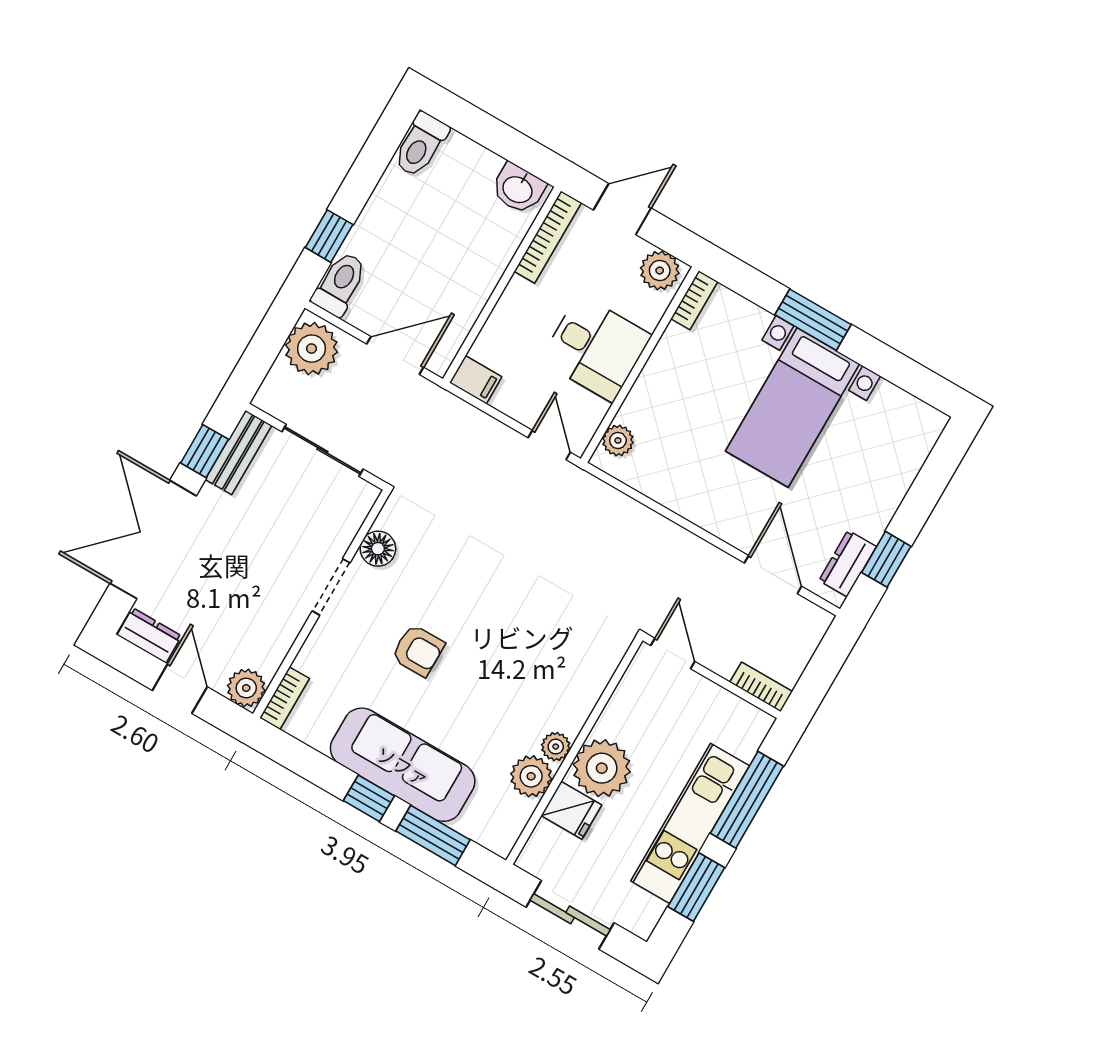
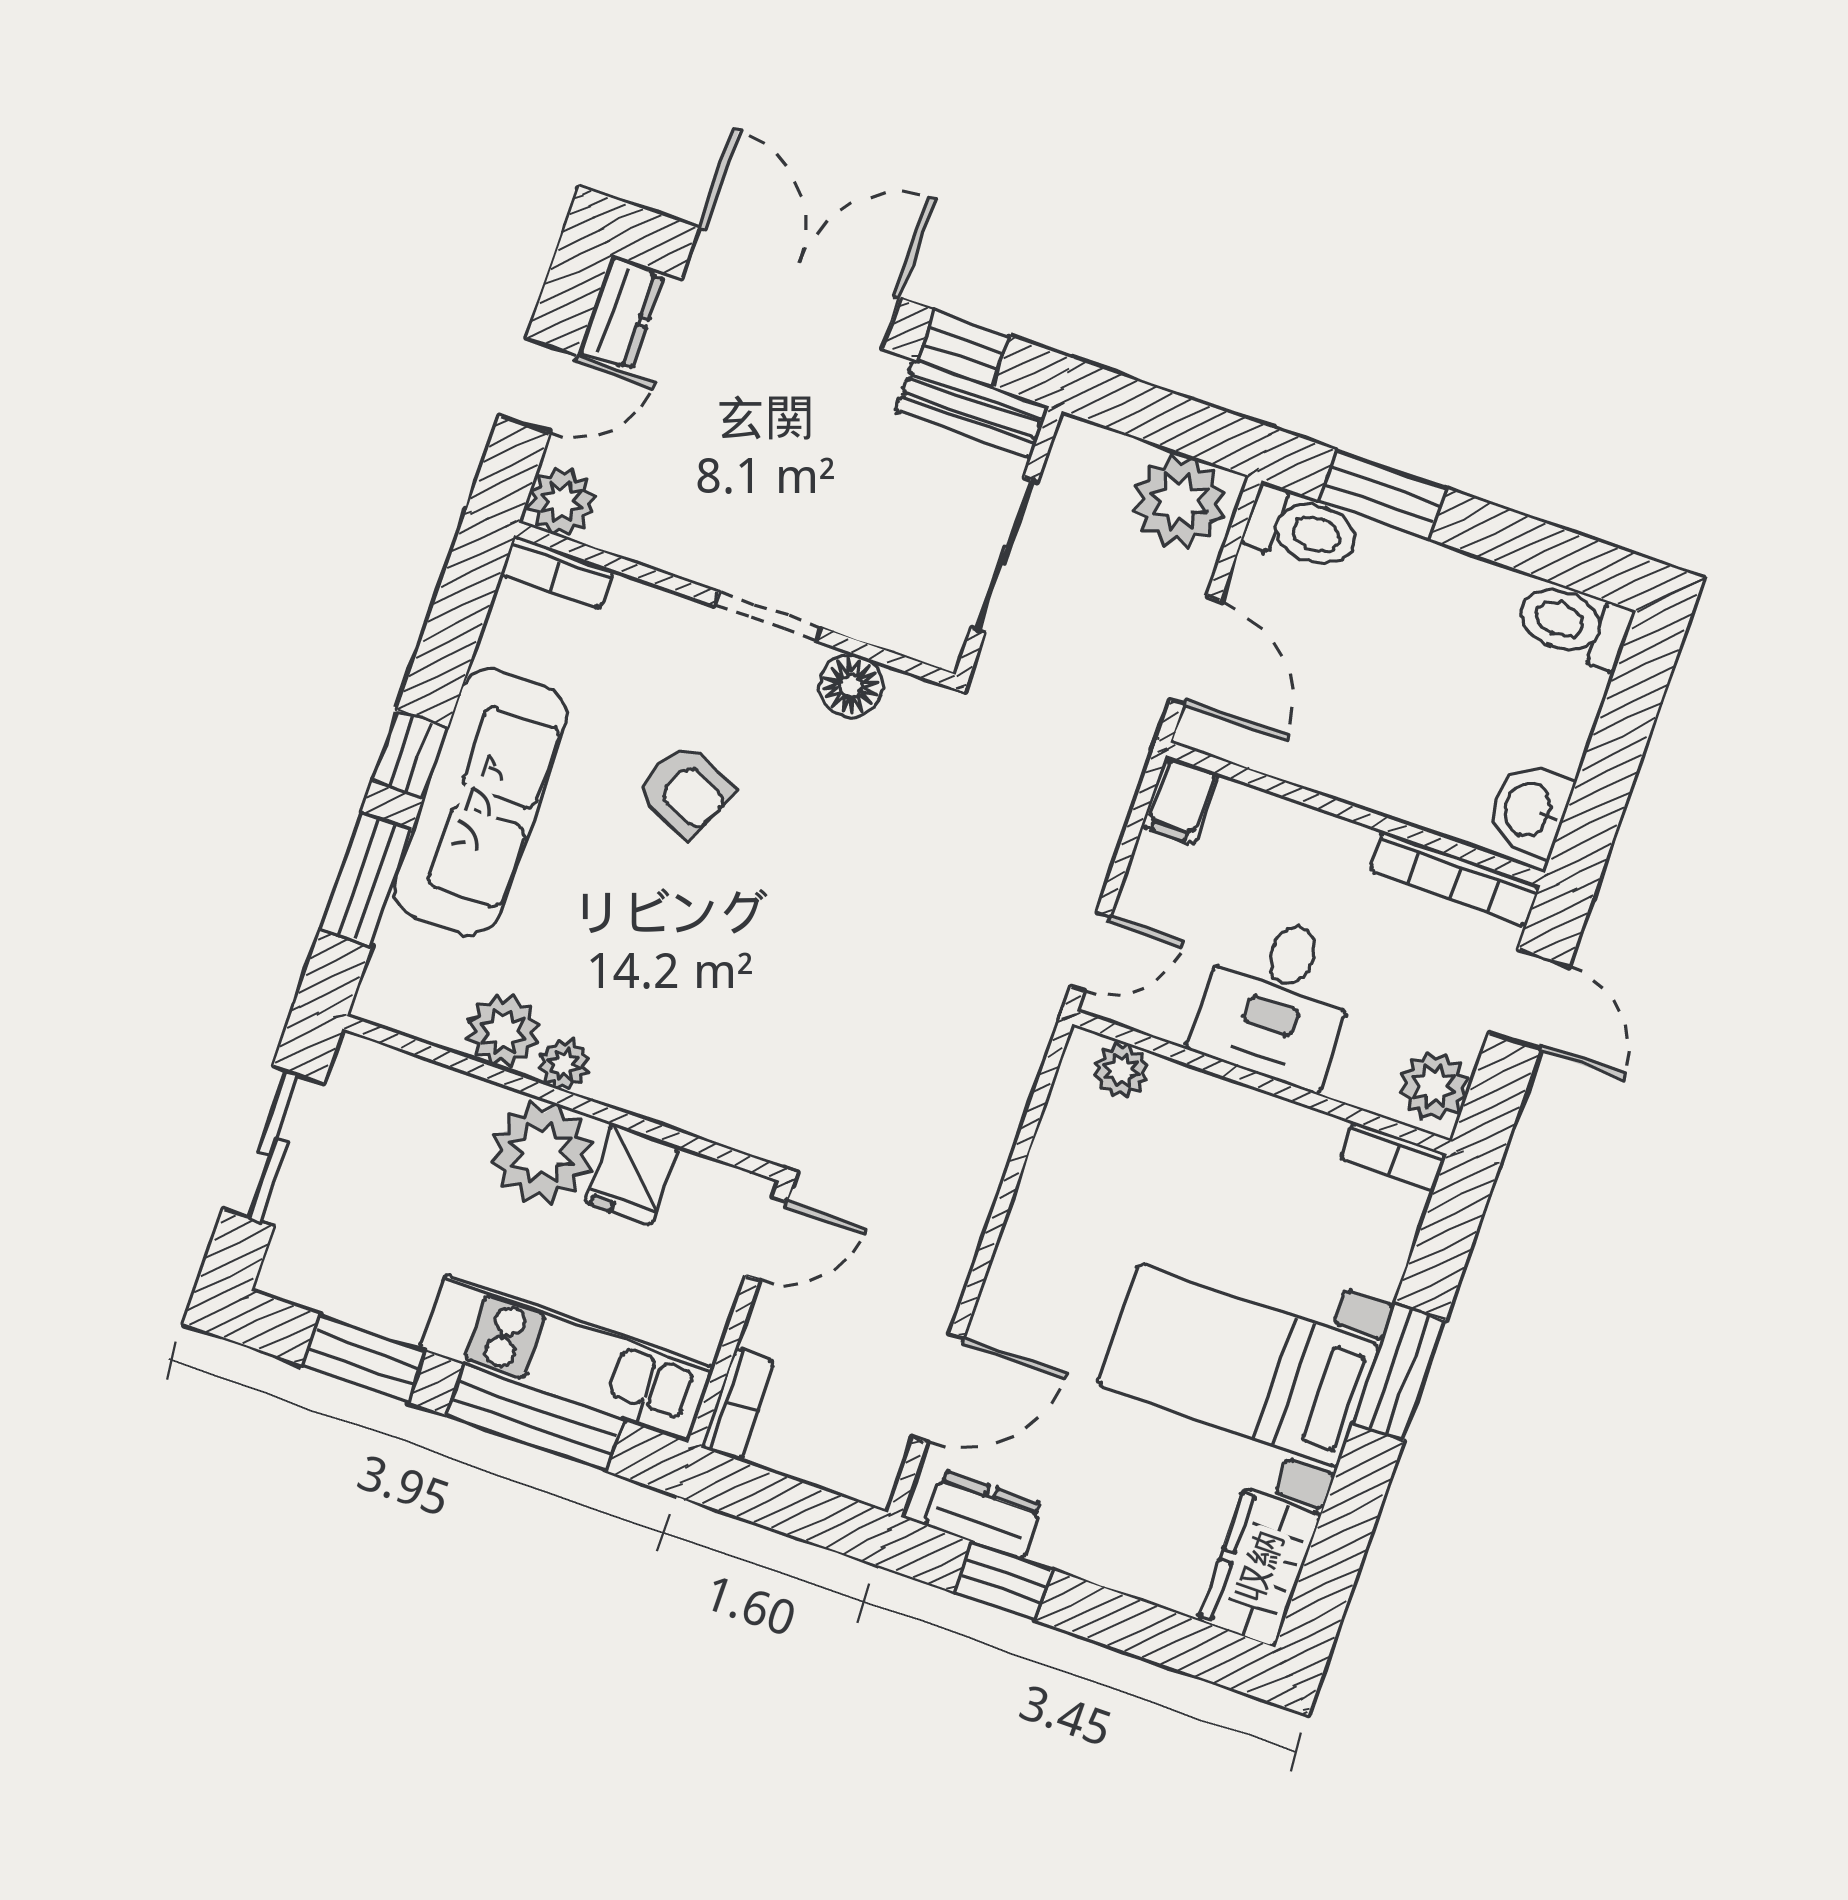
window: (329, 236) -> (1383, 494), width x1.50
wardrobe: (906, 417) -> (1260, 1567), added
armchair: (418, 650) -> (686, 790), turned -65
fridge: (571, 810) -> (632, 1174), moved
kitchen unit: (690, 823) -> (567, 1358), moved

